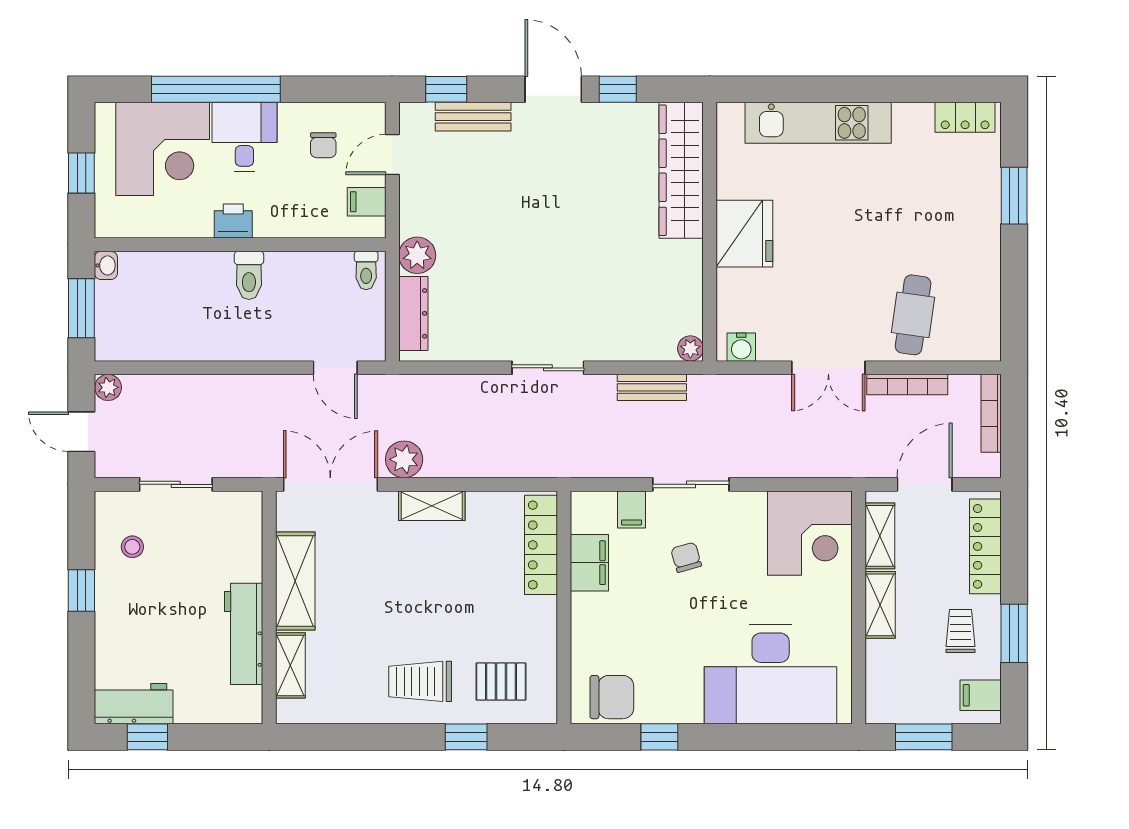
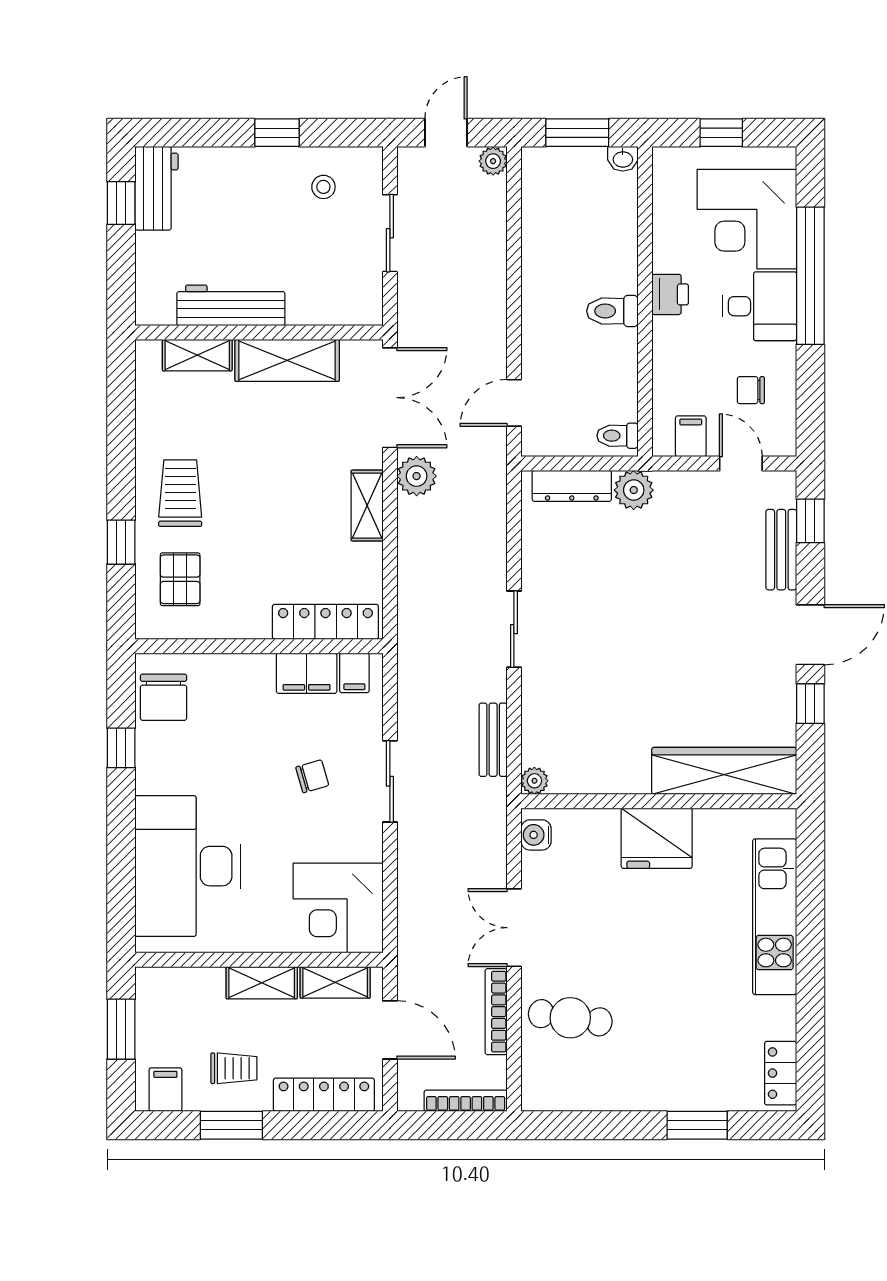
filing cabinet: (632, 509) -> (354, 673), moved, turned -90

